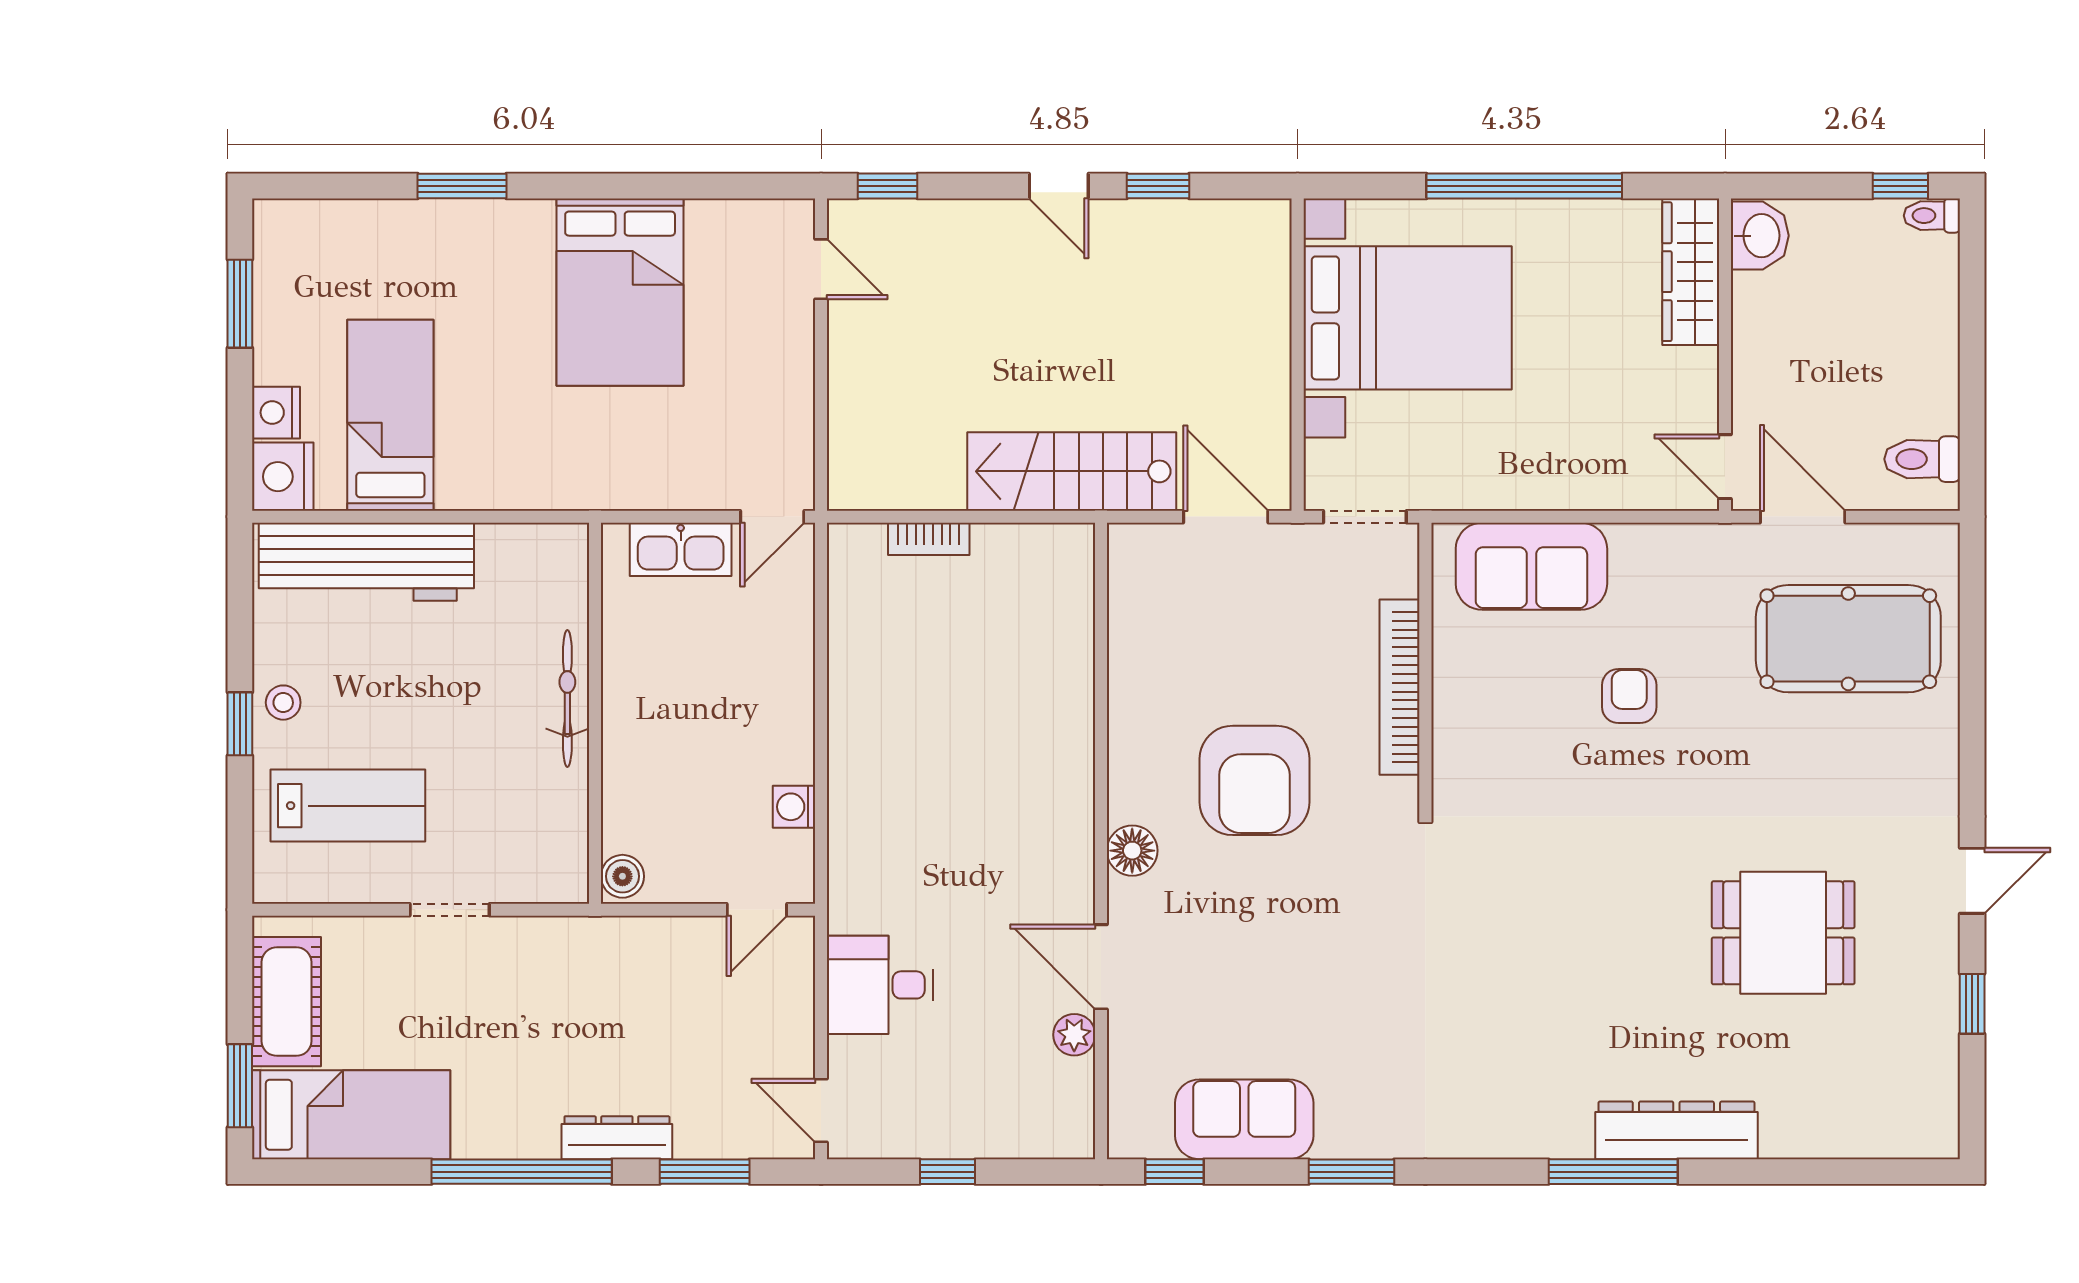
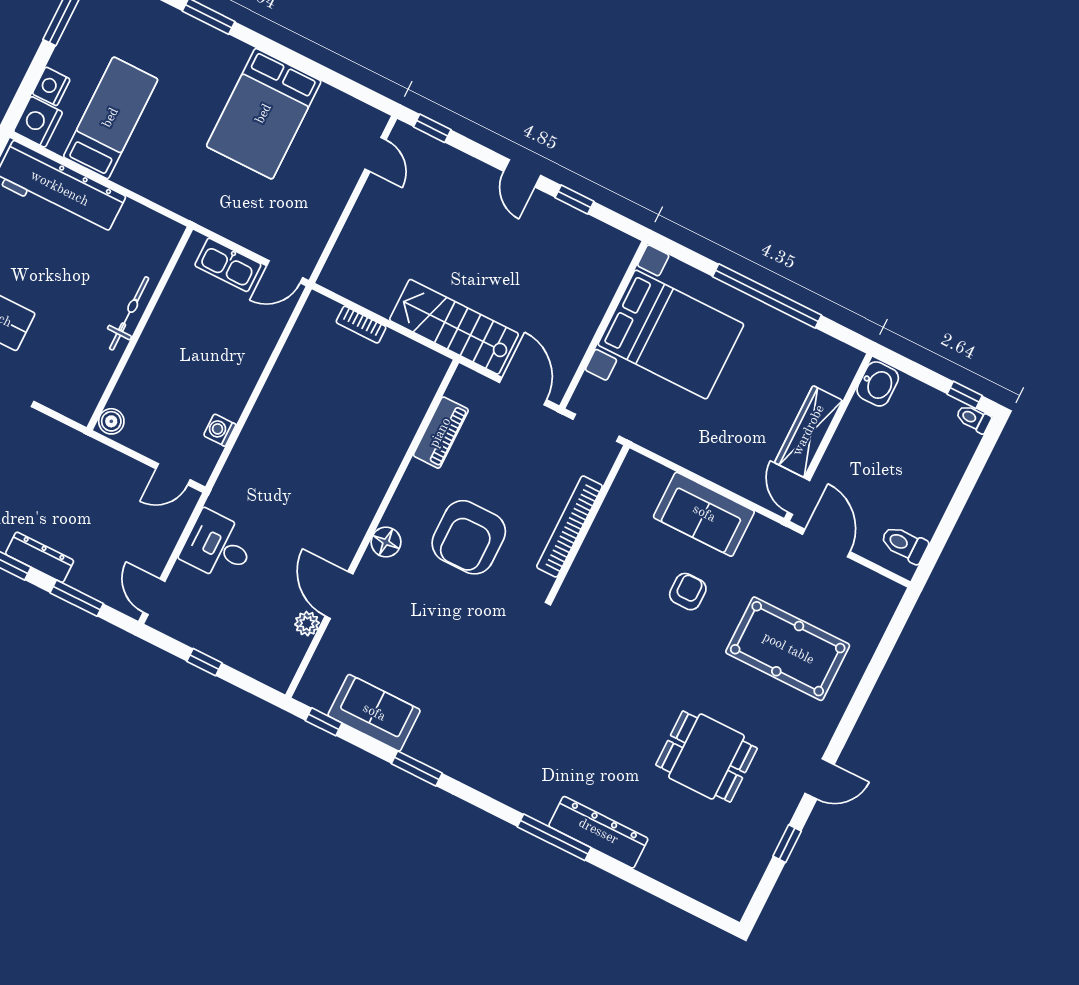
wardrobe: (1691, 272) -> (809, 431), moved
sofa: (1531, 566) -> (704, 514), moved
pool table: (1848, 639) -> (788, 649), moved
piano: (1132, 642) -> (441, 433), added

